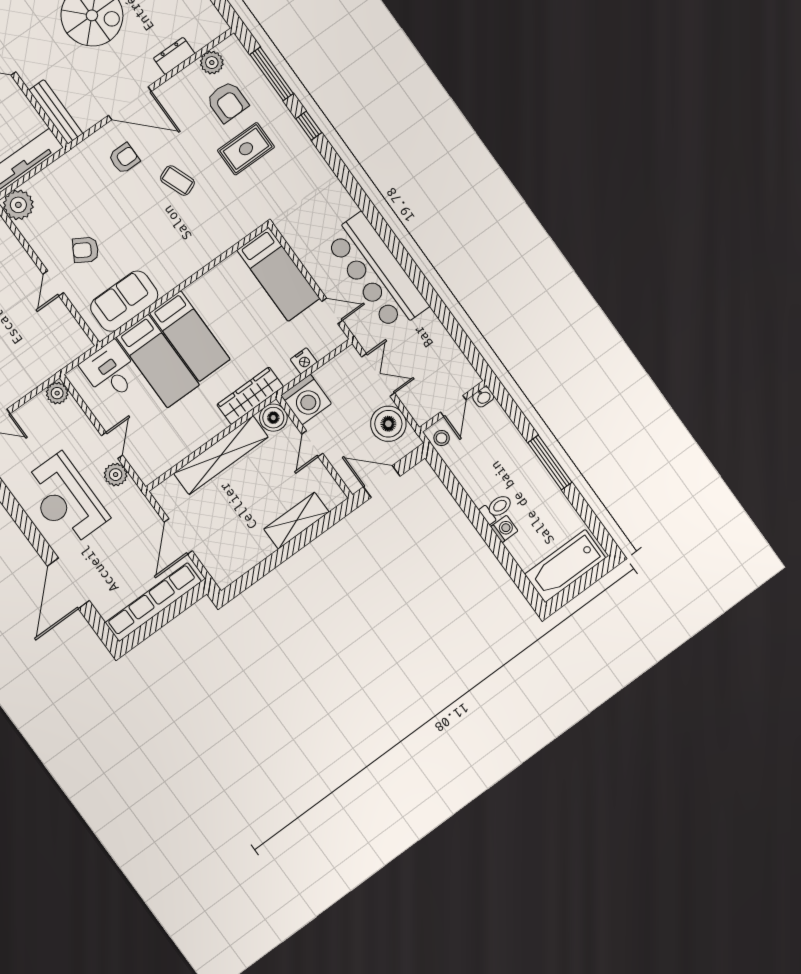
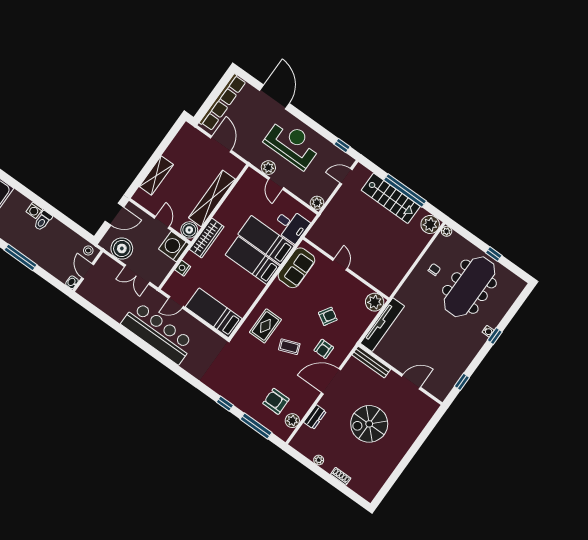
rug: (246, 149) -> (265, 326), moved
armchair: (86, 250) -> (328, 316), moved

